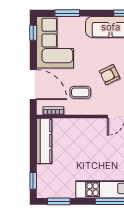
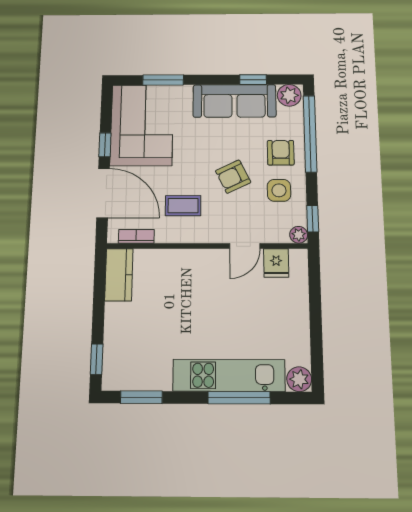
window: (33, 33) -> (105, 145), moved
kitchen counter: (44, 141) -> (119, 275), width x0.67

